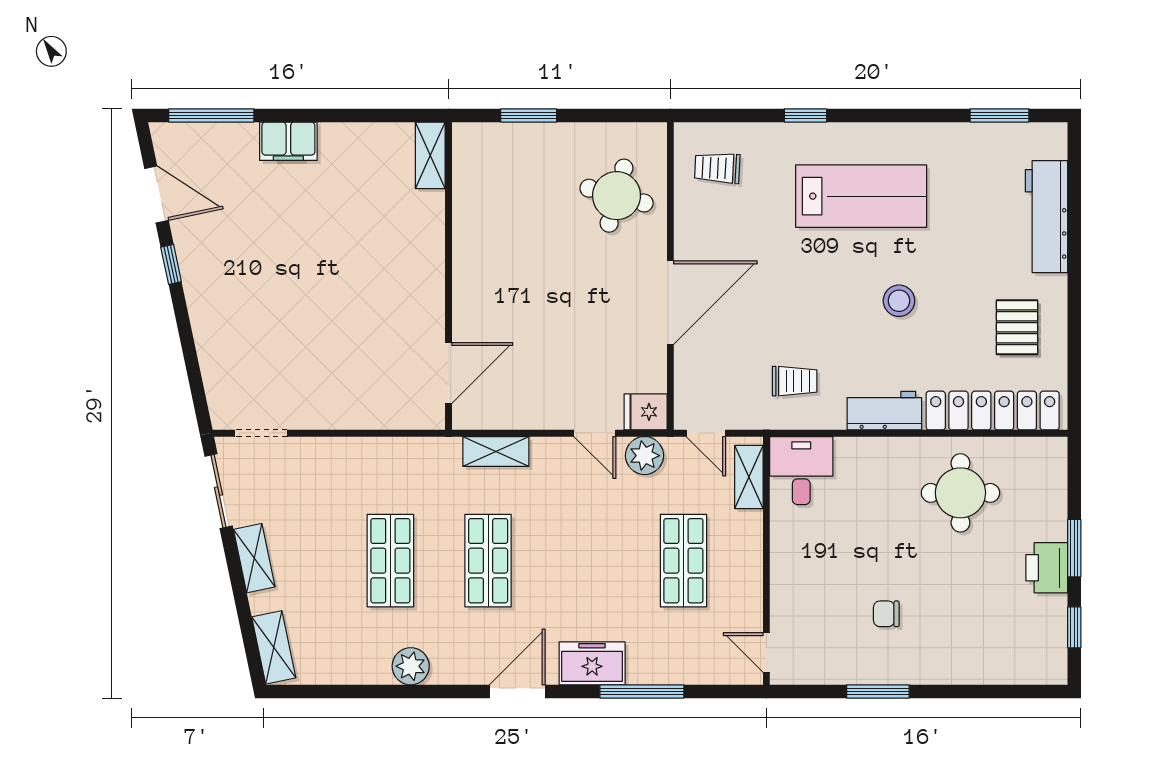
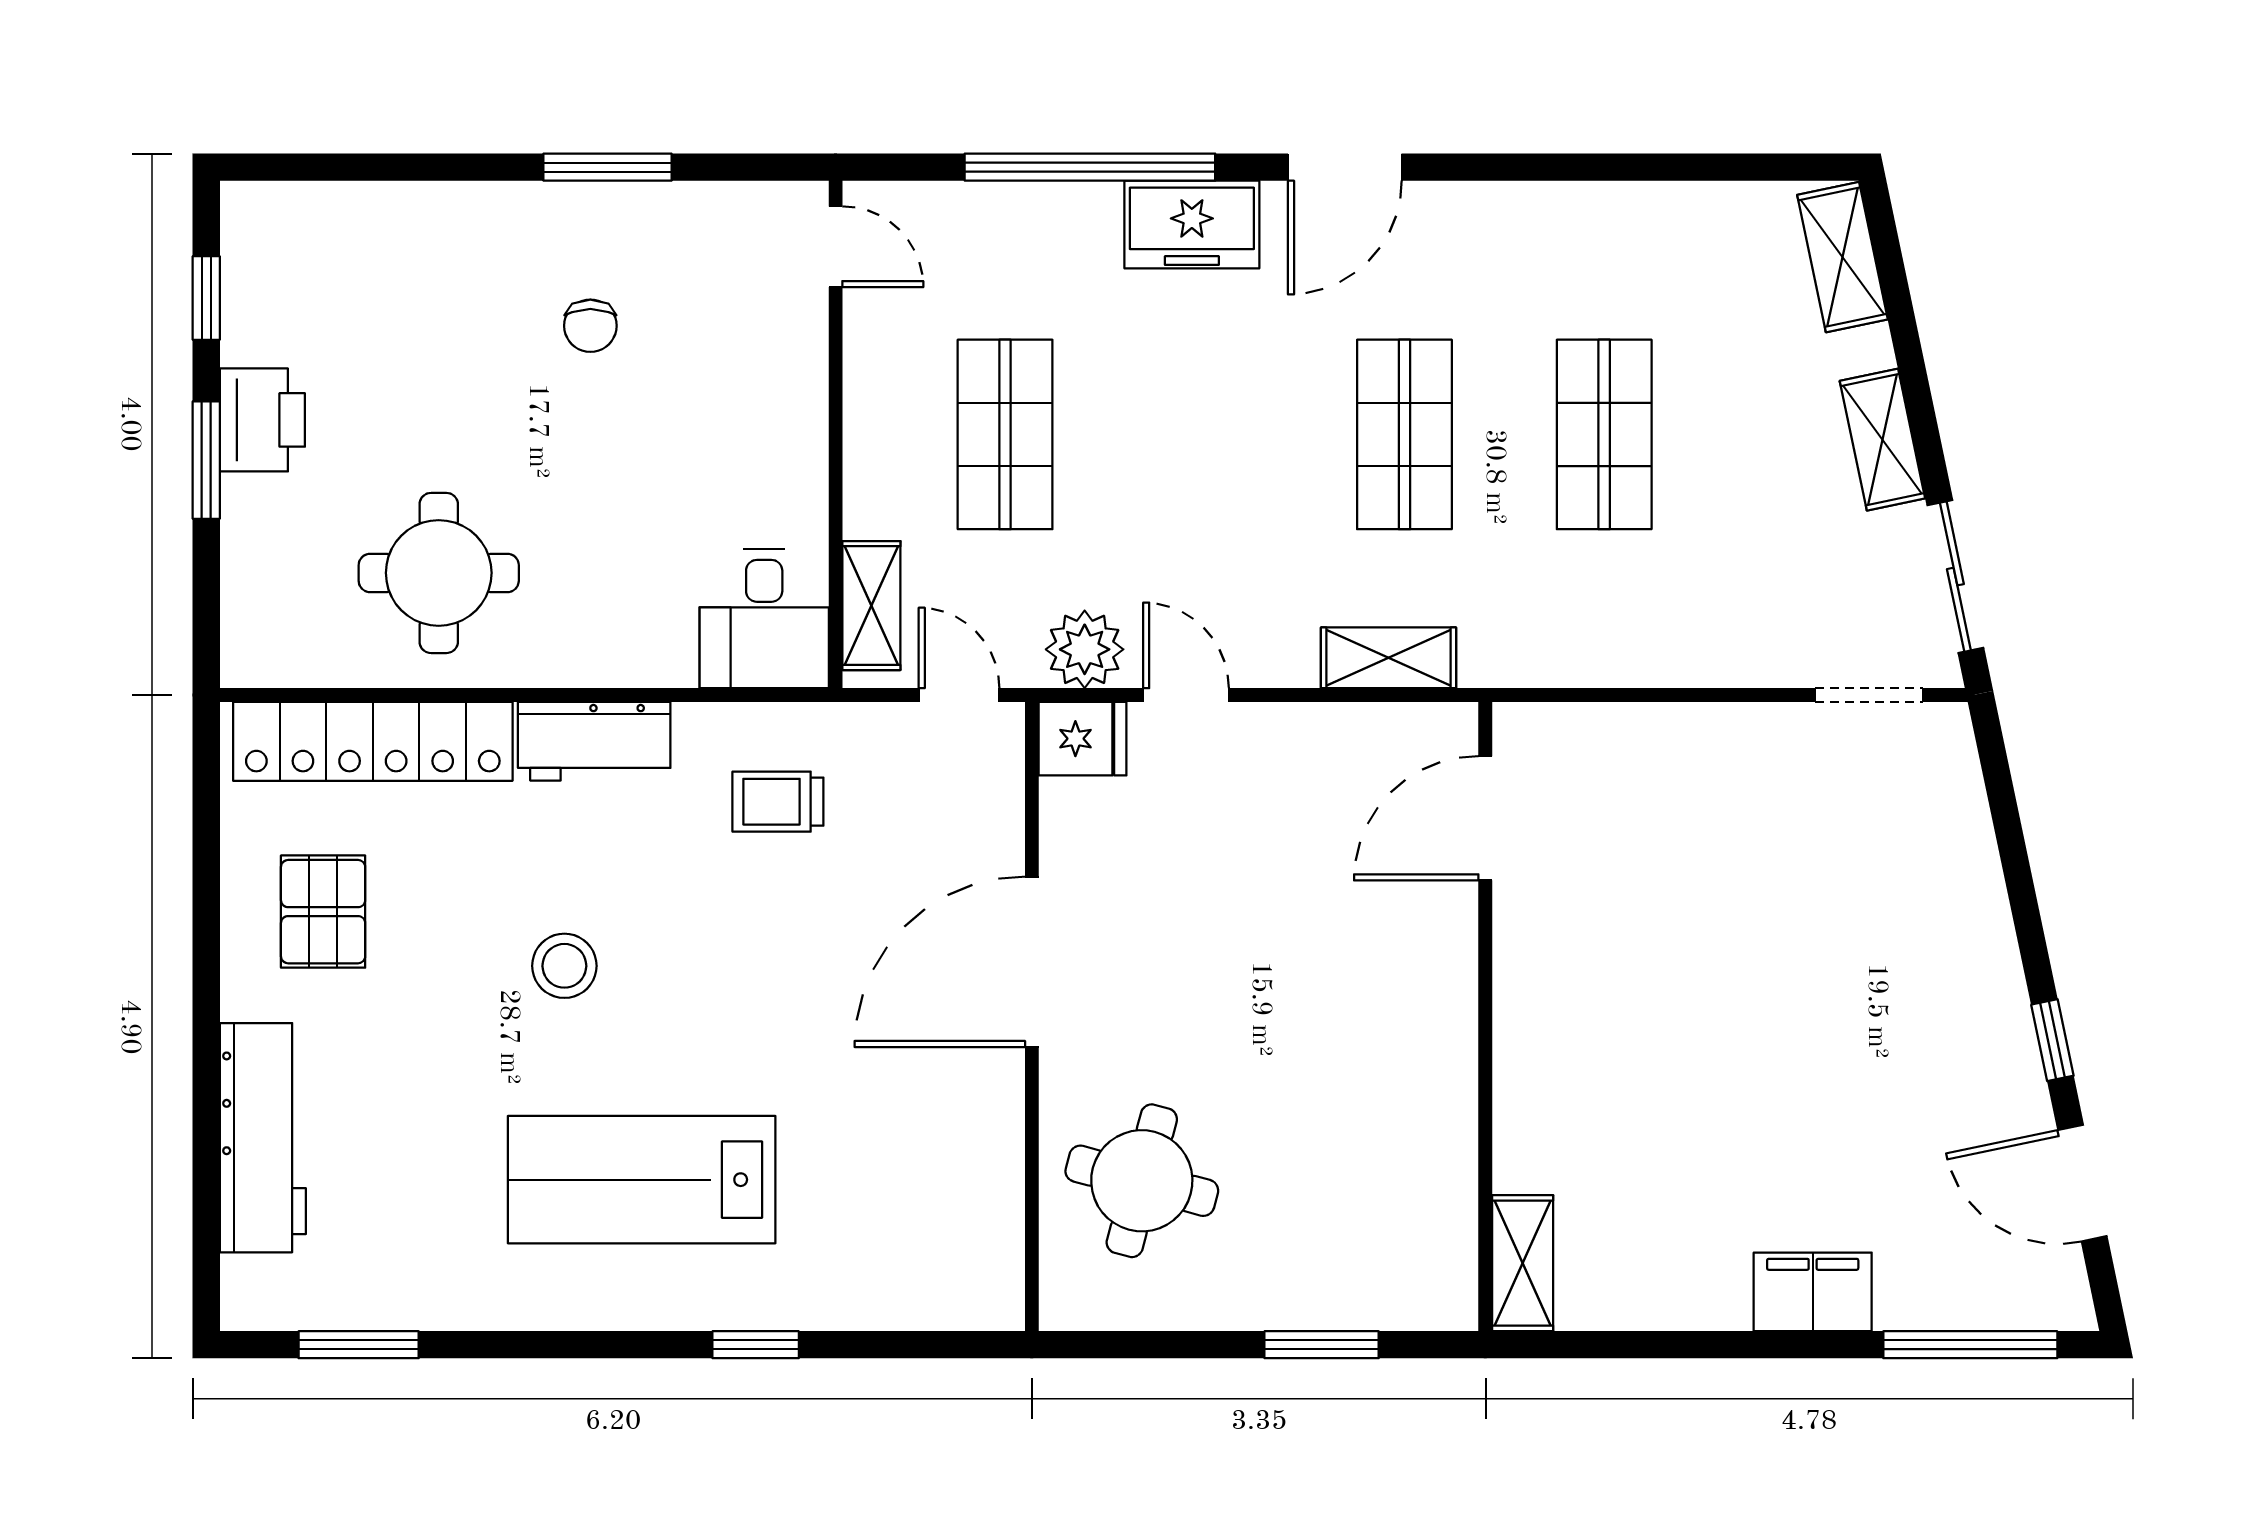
trolley: (717, 168) -> (936, 1237), removed
chair: (886, 614) -> (590, 326), turned 90
plant: (411, 666) -> (1563, 219), removed
window: (642, 691) -> (1090, 167), width x1.46

